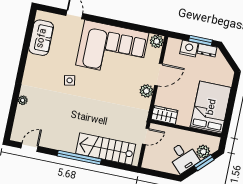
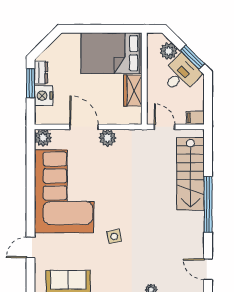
wardrobe: (165, 115) -> (133, 91), moved
filing cabinet: (148, 161) -> (195, 118), added
window: (204, 163) -> (192, 57), moved

